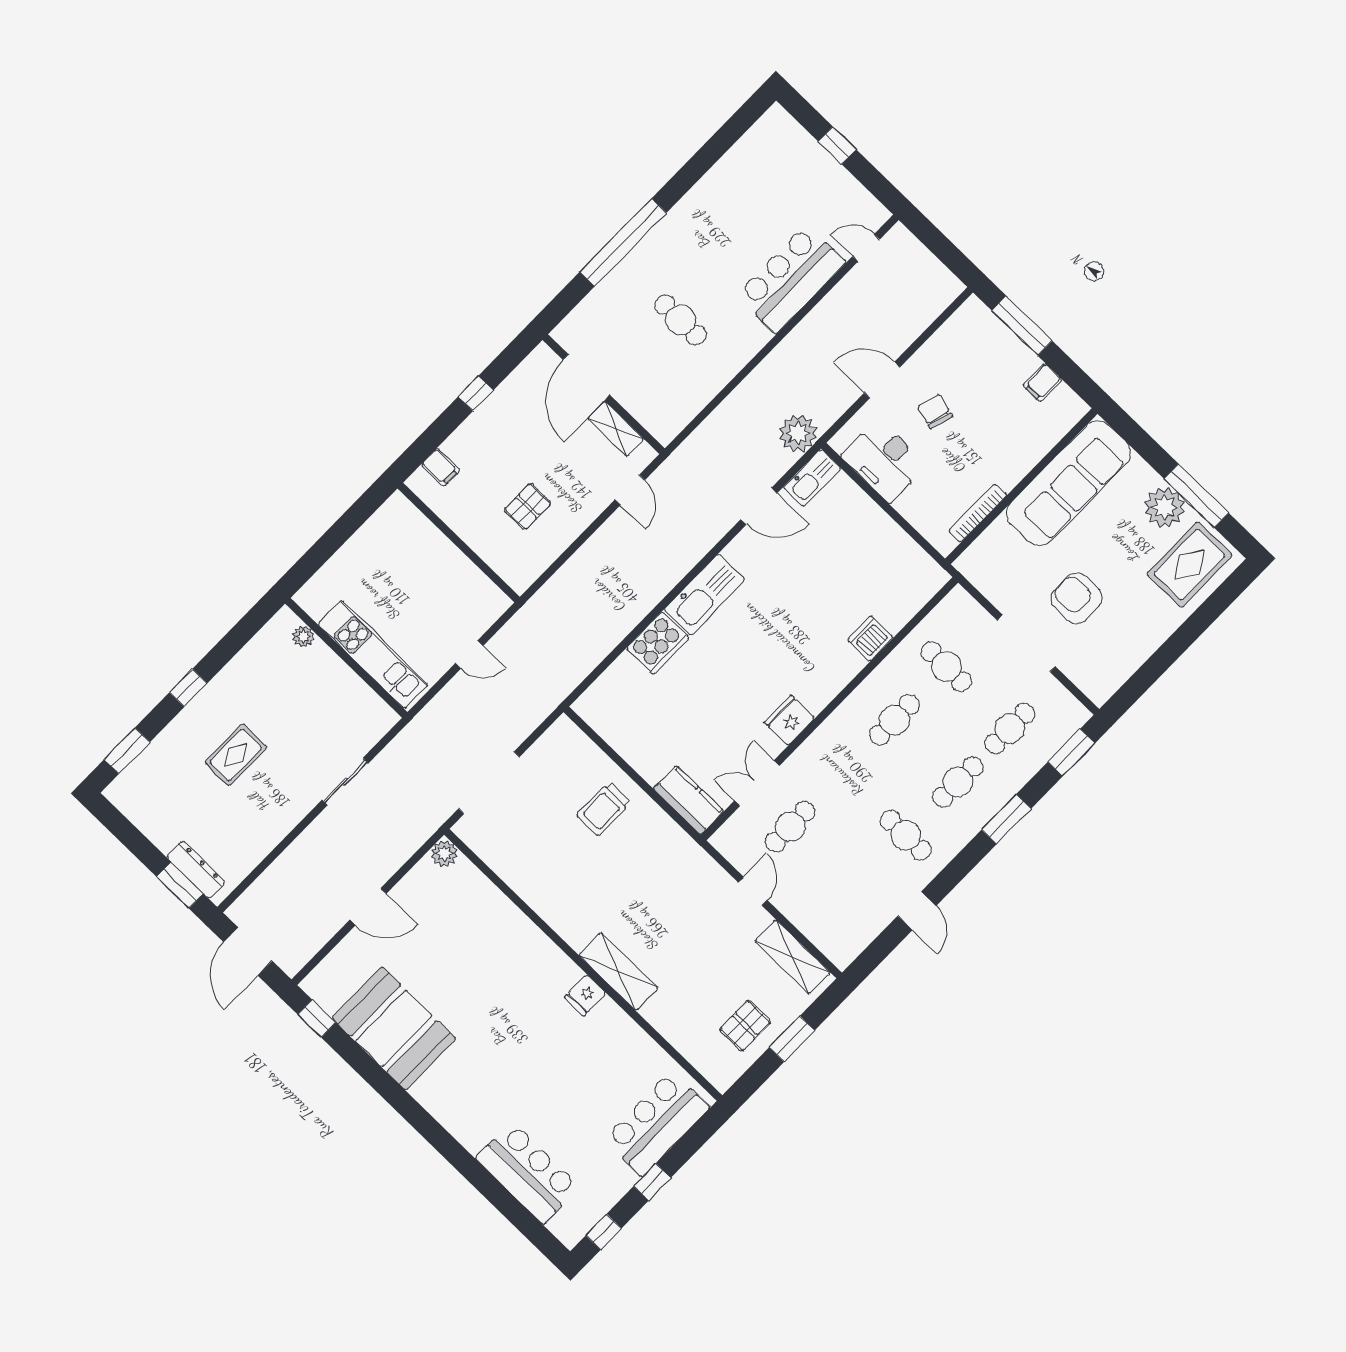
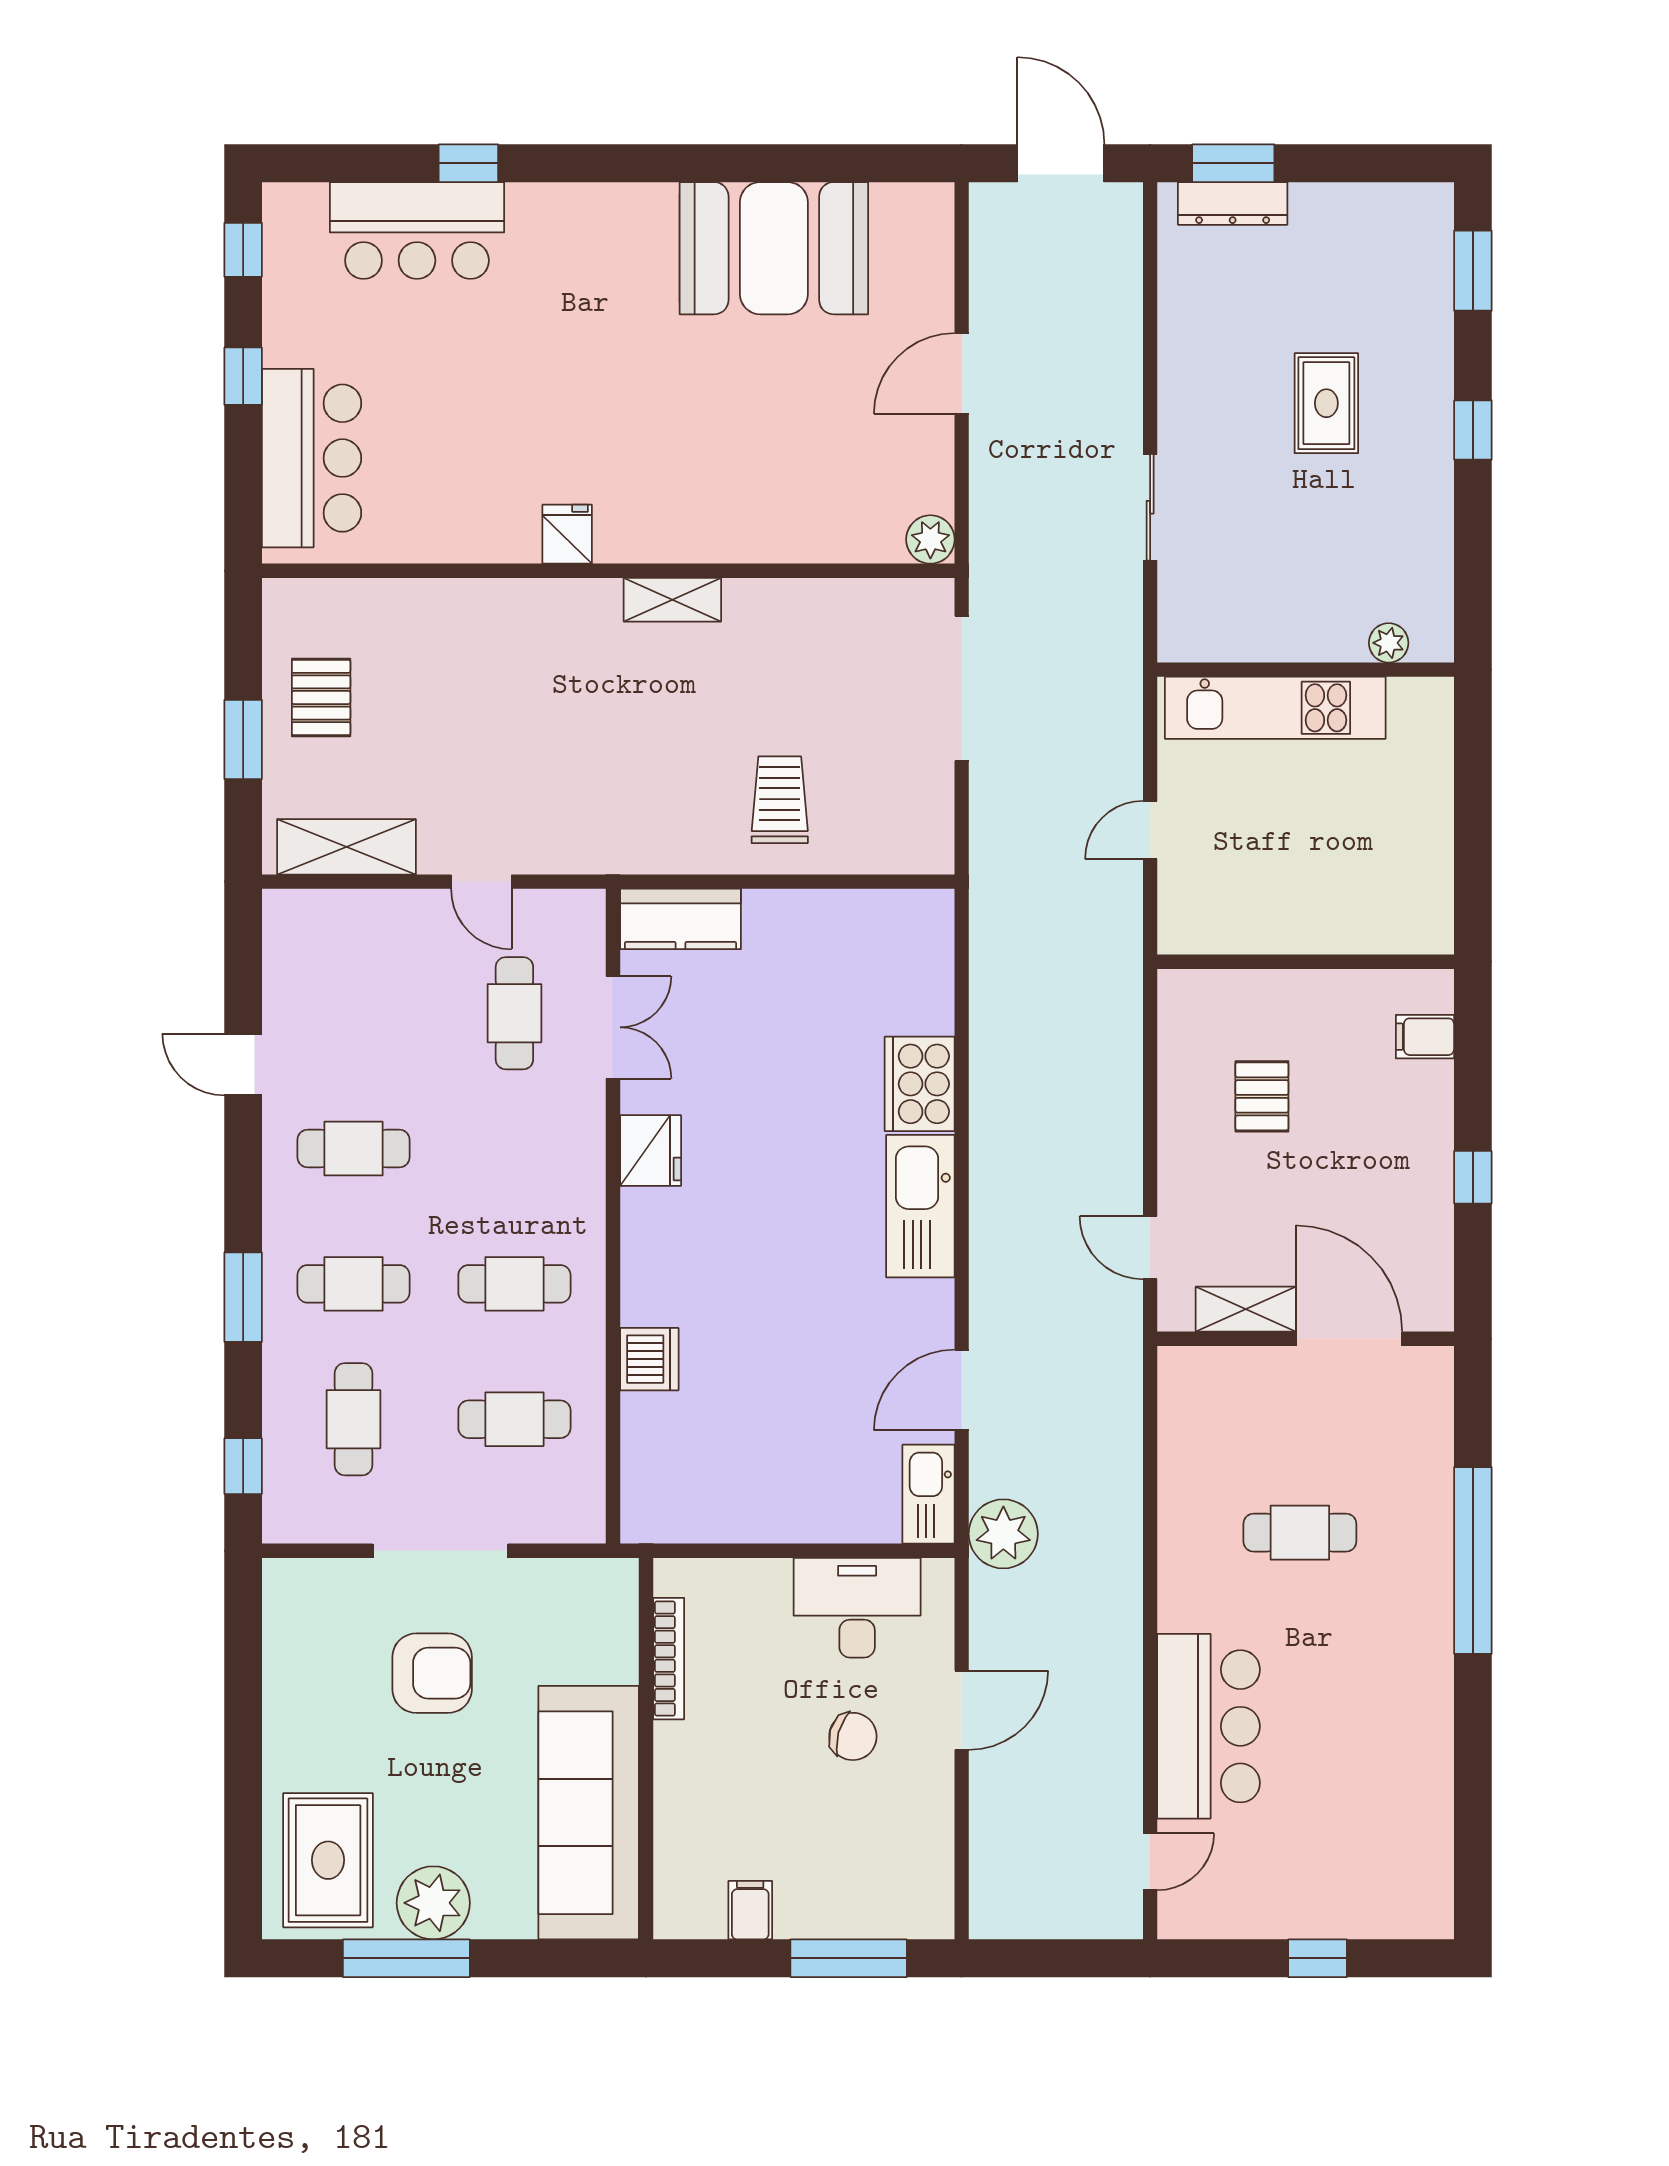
cafe table: (894, 720) -> (514, 1284), turned 90
window: (1071, 753) -> (243, 1466), width x0.67
cafe table: (958, 782) -> (353, 1284), turned 90
shelving: (618, 972) -> (672, 600), moved, width x0.67, depth x0.75
window: (317, 1018) -> (468, 163), moved

